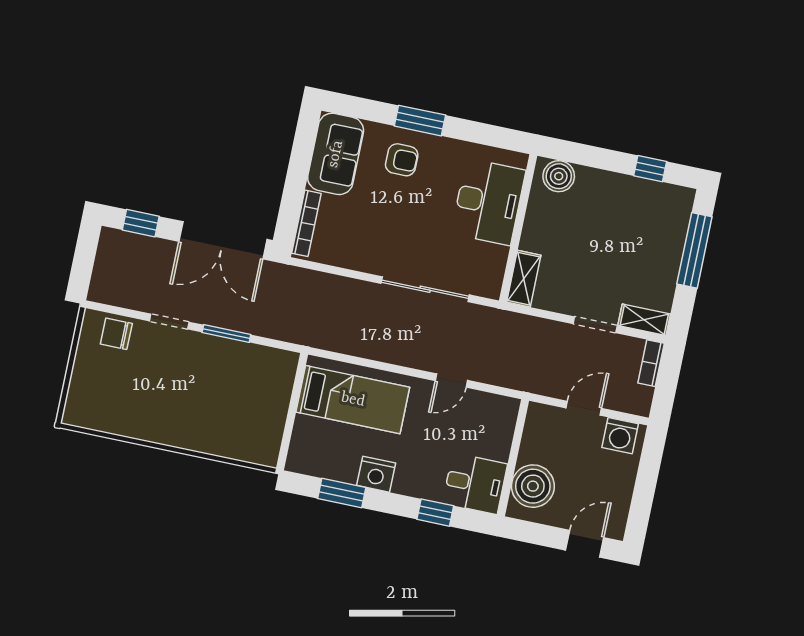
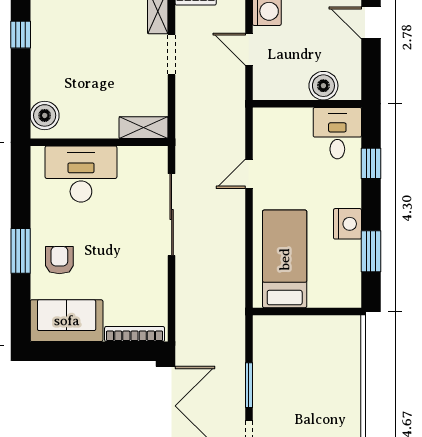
door: (451, 381) -> (249, 174), swing flipped
boiler: (533, 486) -> (323, 86), width x0.73, depth x0.73

